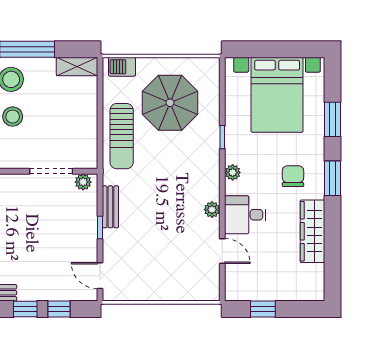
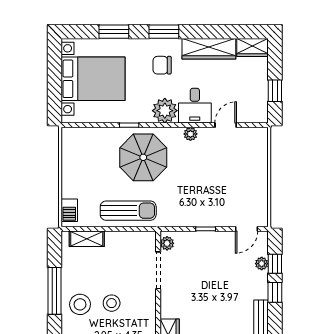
shelving: (77, 66) -> (87, 239), moved, turned 90
parasol: (170, 103) -> (143, 157), moved
plant: (233, 172) -> (165, 111), width x1.87, depth x1.87
bench: (110, 207) -> (188, 220), removed
wardrobe: (314, 283) -> (253, 47), added
plant: (59, 293) -> (262, 264), added

